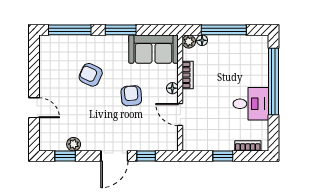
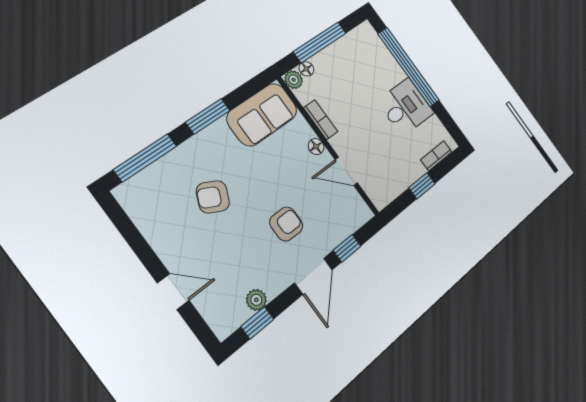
armchair: (131, 96) -> (286, 224), moved, turned 95

